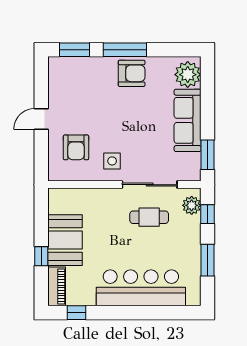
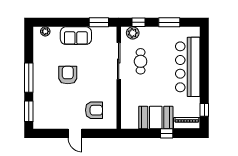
armchair: (132, 73) -> (68, 75), moved
plant: (188, 75) -> (45, 31), width x0.53, depth x0.53
sofa: (188, 120) -> (76, 36), width x0.73
side table: (112, 161) -> (103, 86), removed

